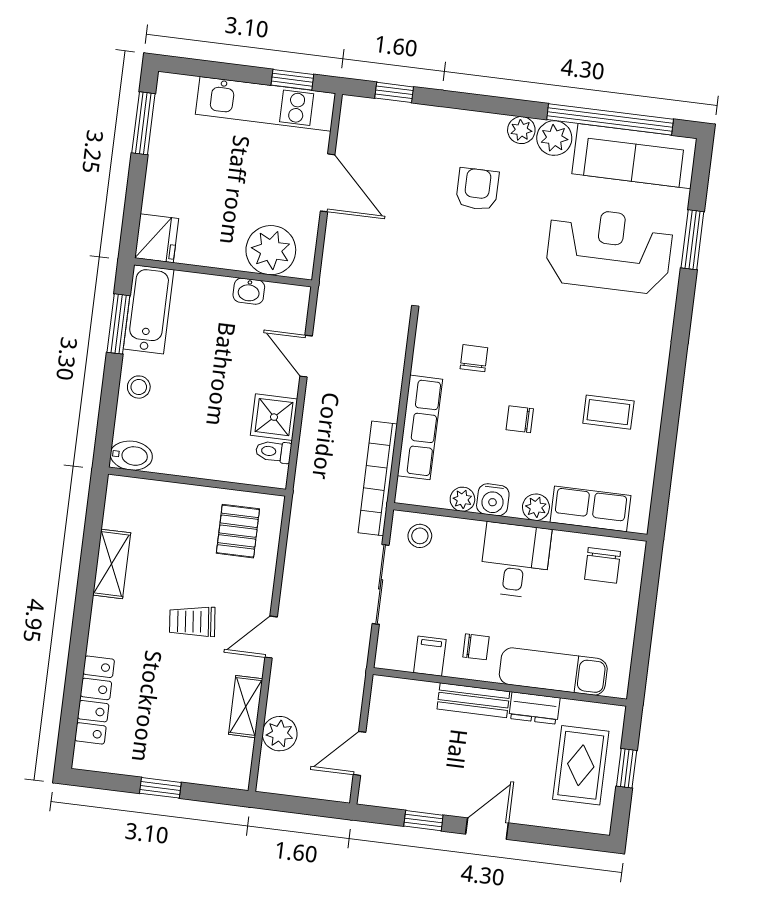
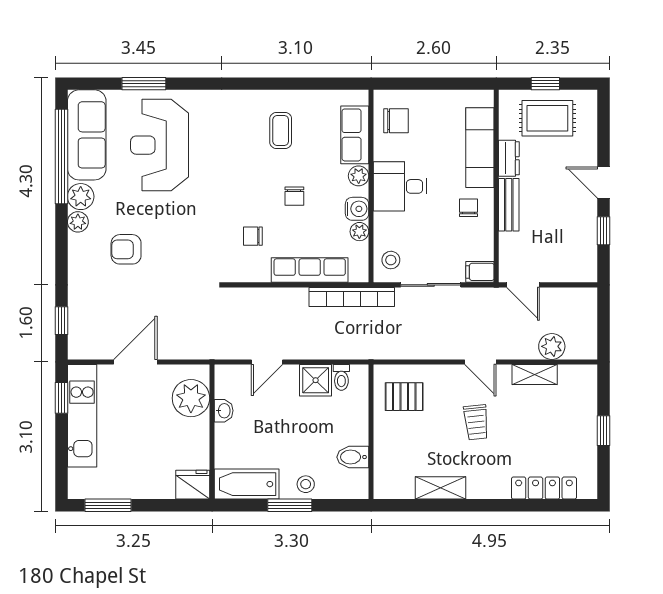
window: (118, 324) -> (290, 505), moved
bidet: (131, 456) -> (353, 457), moved, turned -90
filing cabinet: (430, 656) -> (480, 272), moved
door: (360, 753) -> (523, 285), moved

